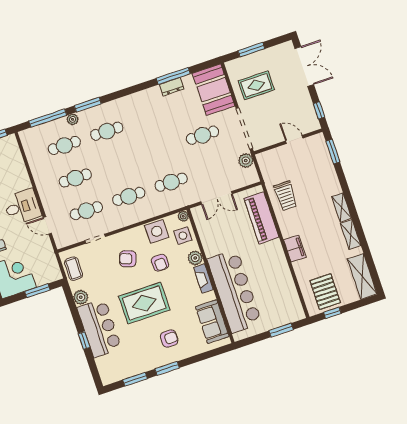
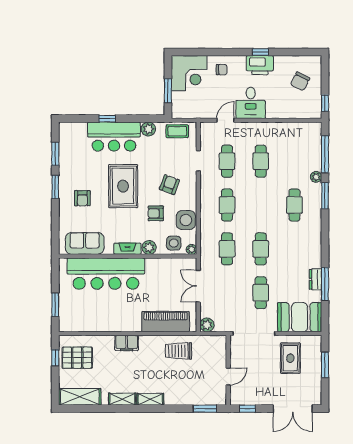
cafe table: (64, 145) -> (261, 249), moved
plant: (246, 161) -> (207, 325), moved

